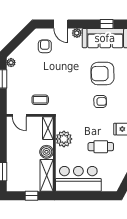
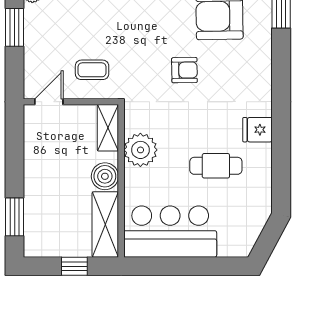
armchair: (100, 101) -> (184, 70), moved
door: (19, 115) -> (49, 102), swing flipped

